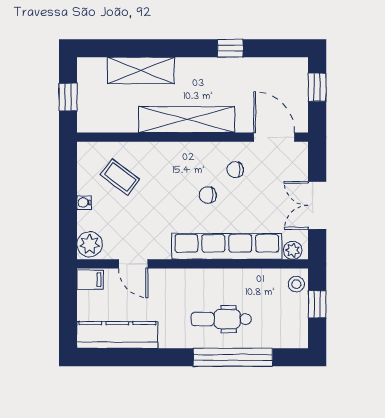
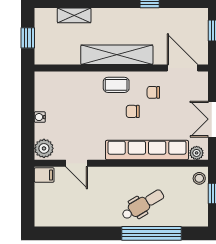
shelving: (141, 70) -> (74, 15), width x0.67, depth x0.75
coffee table: (120, 177) -> (116, 85), moved, turned -37
dental chair: (221, 319) -> (143, 205), turned 149
kitchen counter: (117, 335) -> (65, 217), removed

